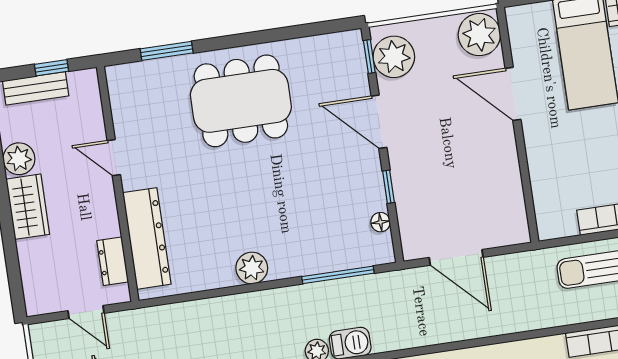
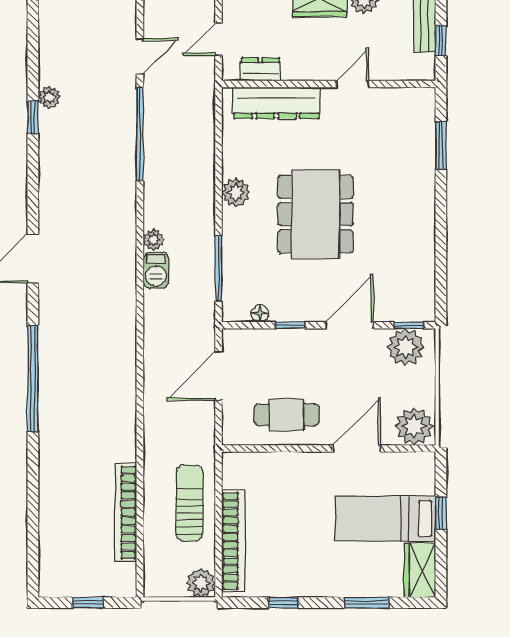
dining table: (241, 101) -> (316, 214), moved
cafe table: (487, 176) -> (287, 415), added

